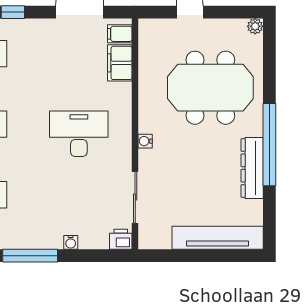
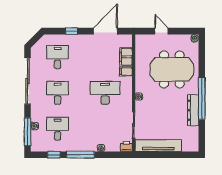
filing cabinet: (120, 34) -> (126, 72), moved
tv unit: (218, 238) -> (158, 146), moved

